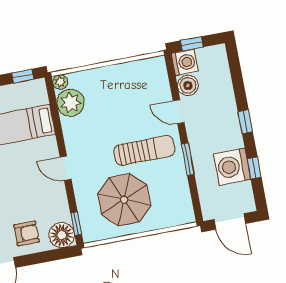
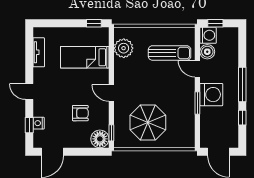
plant: (60, 82) -> (119, 32), removed
window: (245, 122) -> (242, 84), width x2.17
sun lounger: (144, 151) -> (170, 53), moved
washing machine: (232, 167) -> (211, 95), moved, turned 180
armchair: (27, 233) -> (80, 113), moved

